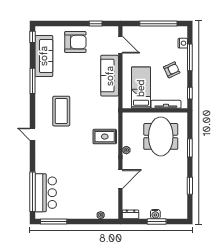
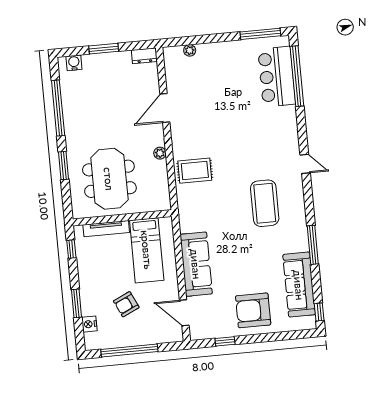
window: (190, 57) -> (76, 303), width x0.69
armchair: (172, 70) -> (126, 304), moved
window: (190, 186) -> (58, 108), width x2.11
water cooler: (155, 214) -> (74, 63), moved

